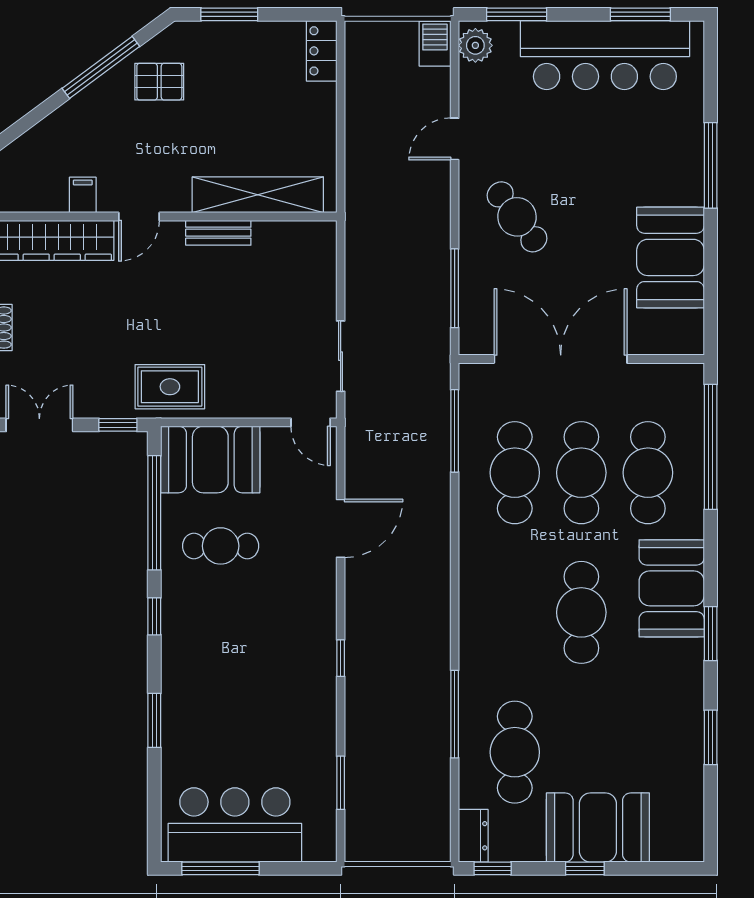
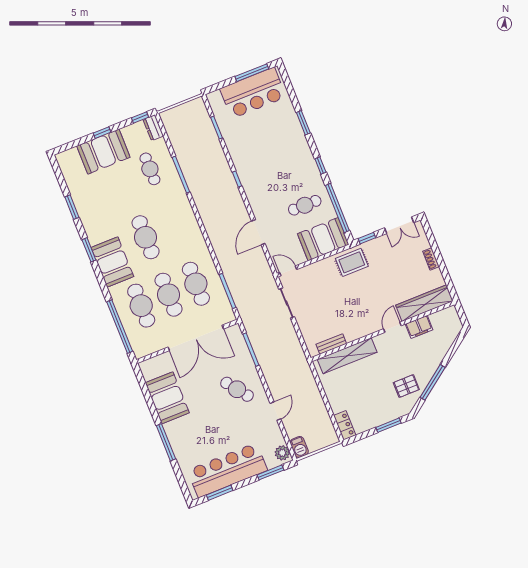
filing cabinet: (83, 195) -> (419, 327), width x2.00
bench: (218, 233) -> (331, 344), moved
cafe table: (515, 752) -> (150, 169), width x0.73, depth x0.74

